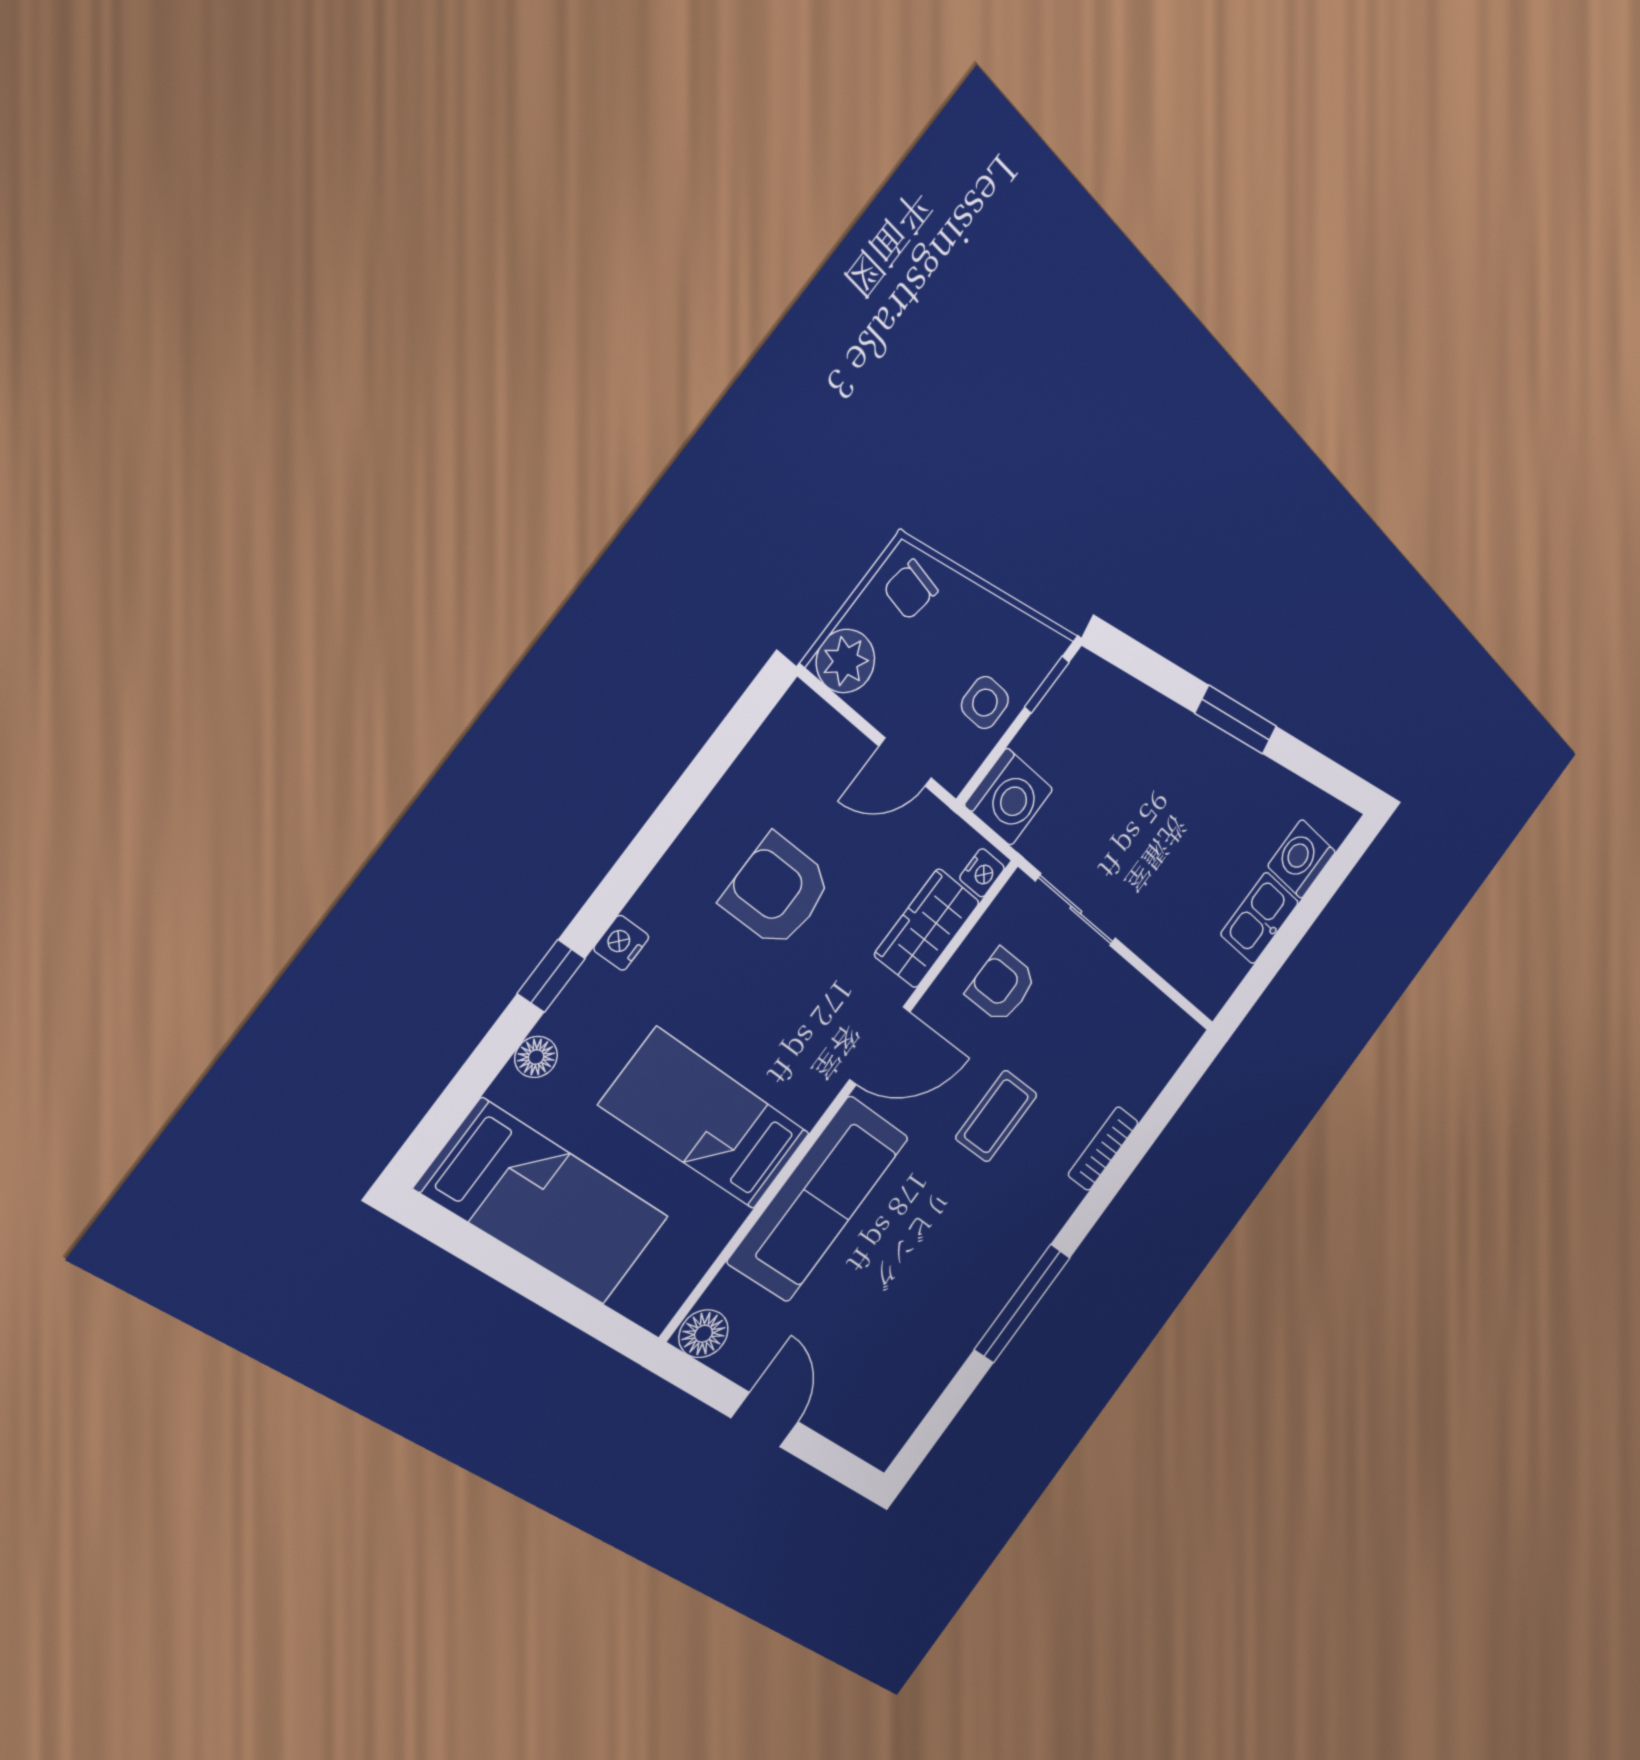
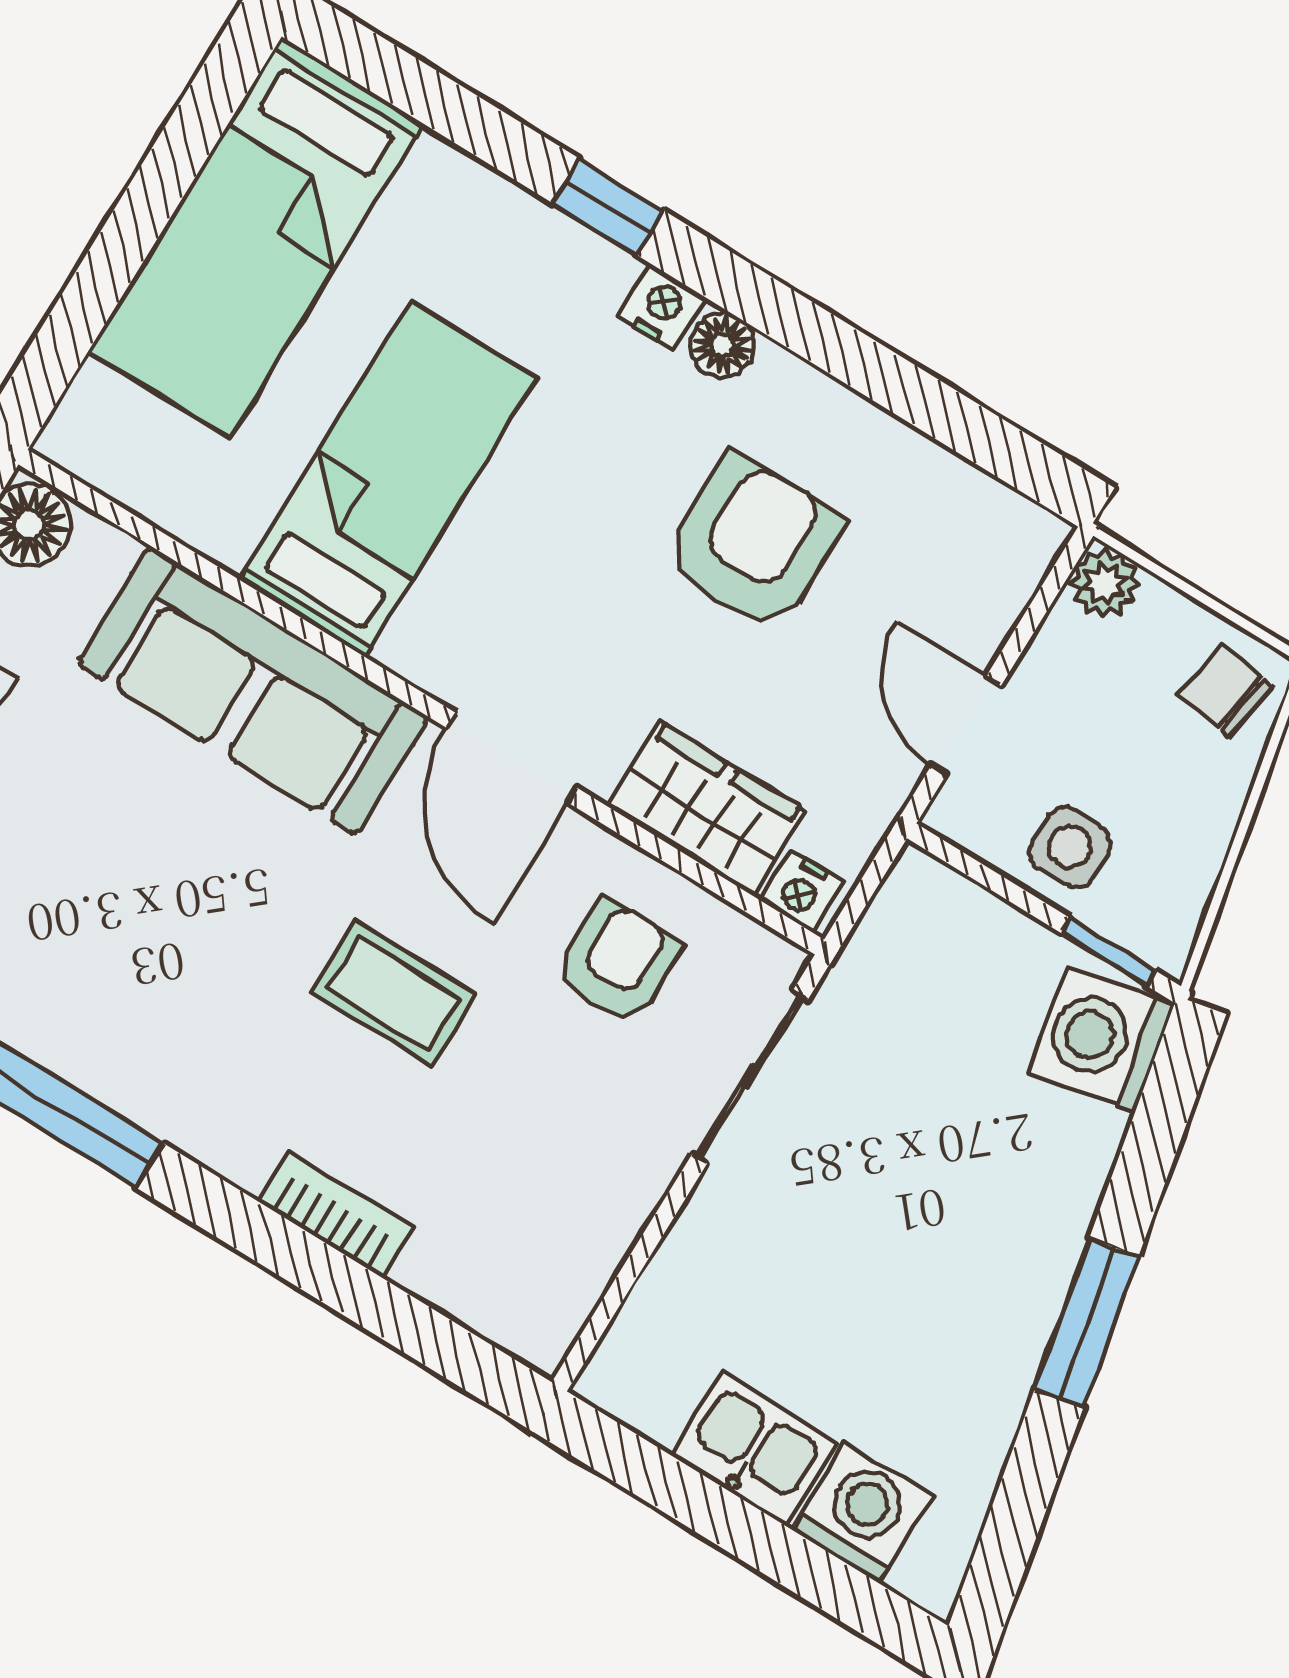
plant: (846, 661) -> (1104, 583), width x0.73, depth x0.73
washing machine: (1009, 797) -> (1101, 1039), moved, turned 78
floor lamp: (536, 1057) -> (722, 345), moved

